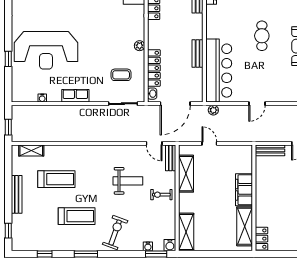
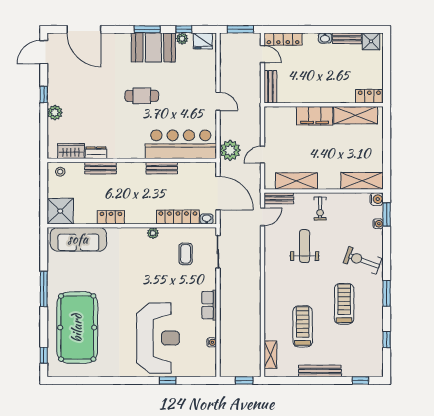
plant: (213, 110) -> (230, 150), width x1.87, depth x1.87

